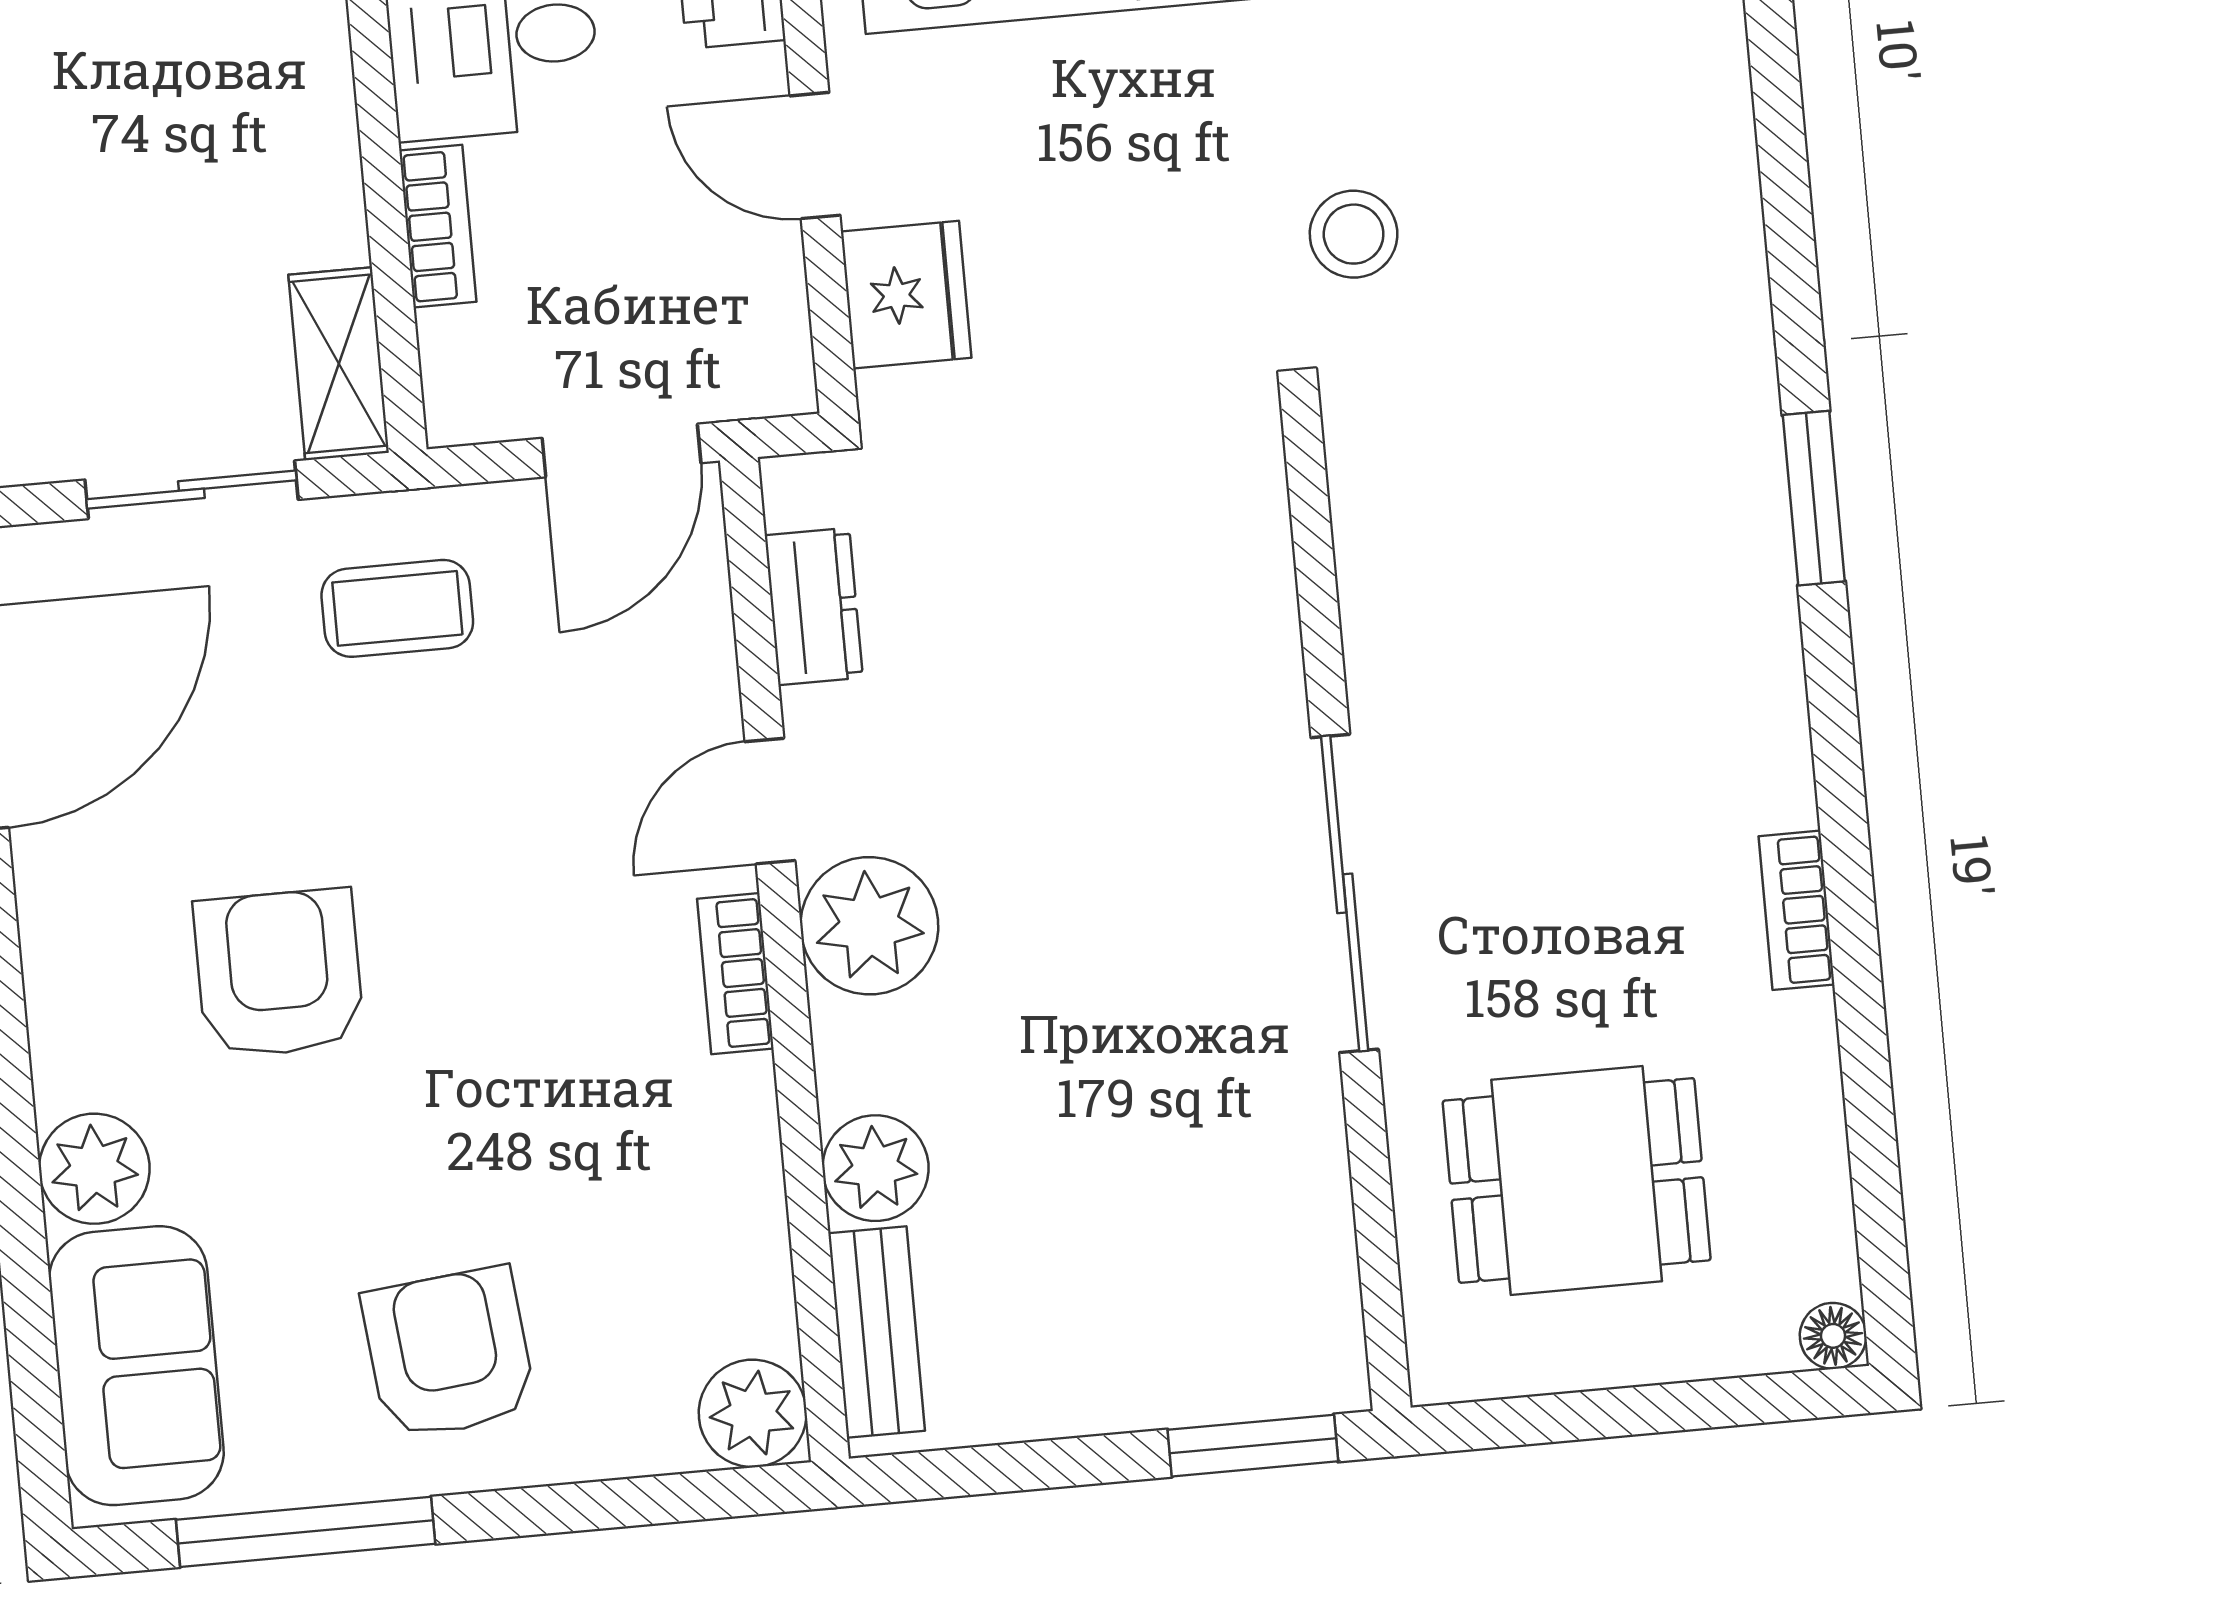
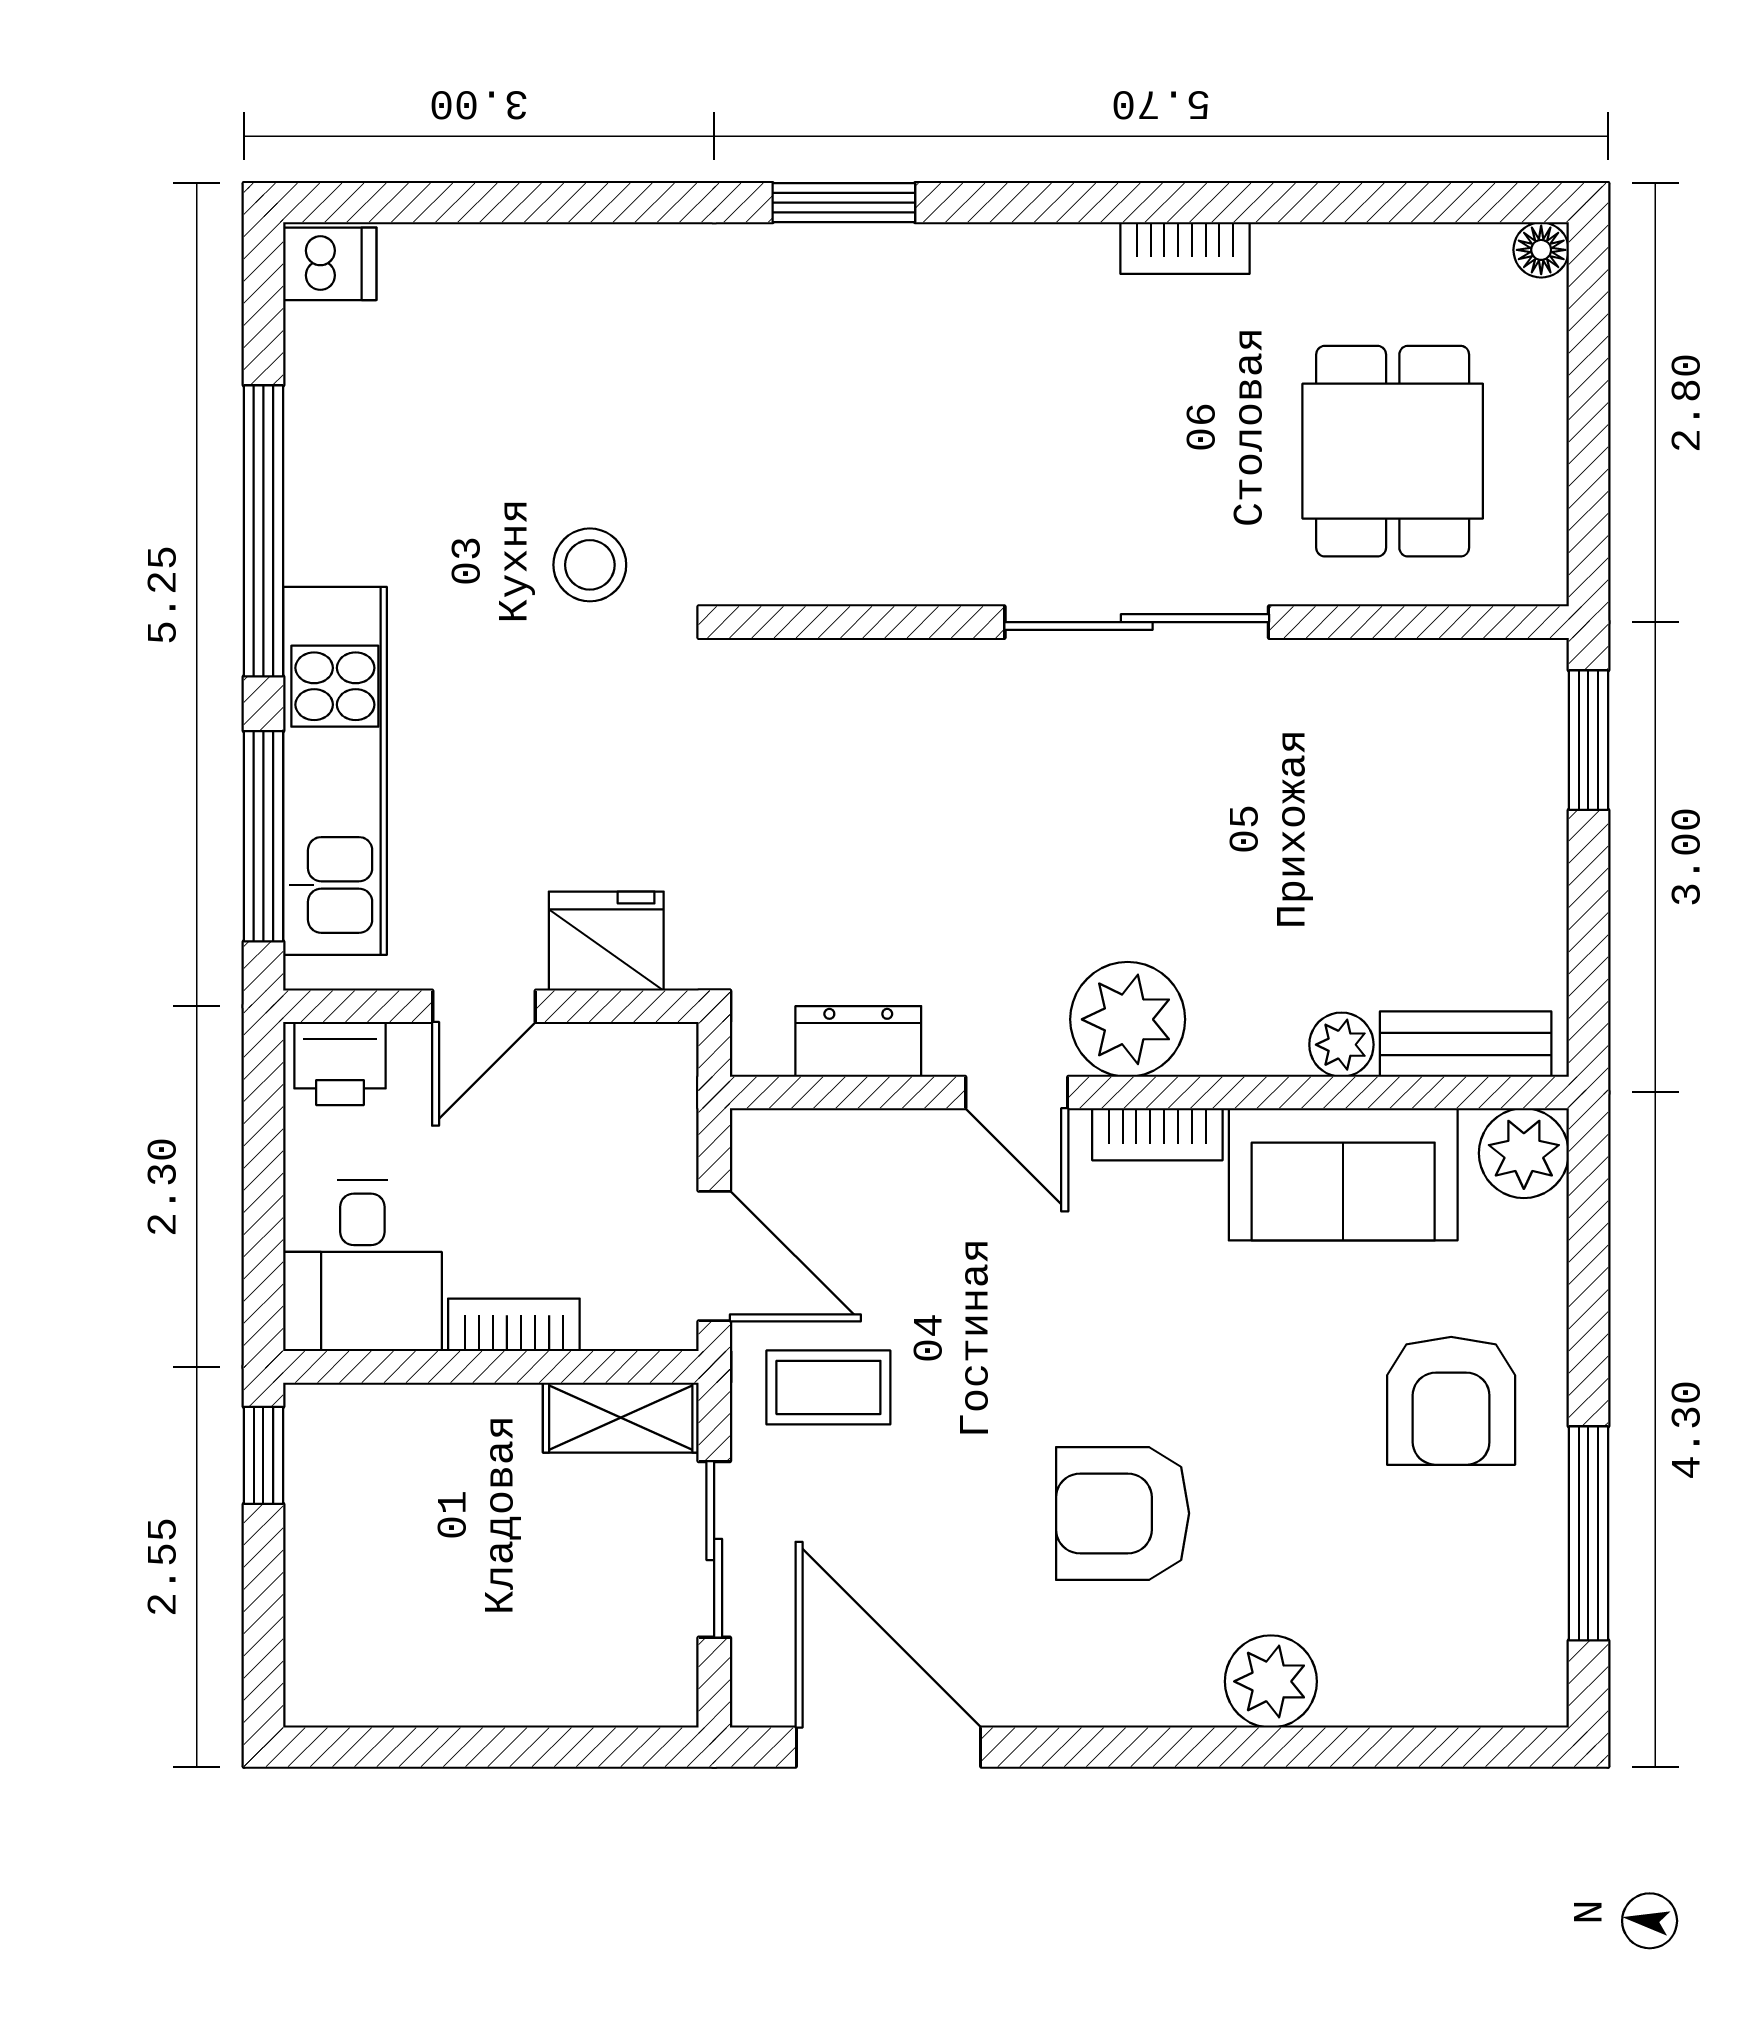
door: (621, 451) -> (714, 1256), moved
coffee table: (397, 608) -> (828, 1387), turned 90
plant: (875, 1168) -> (1341, 1045), width x0.73, depth x0.73
armchair: (449, 1353) -> (1451, 1401), turned -84
sofa: (136, 1366) -> (1343, 1174), moved, turned 180

